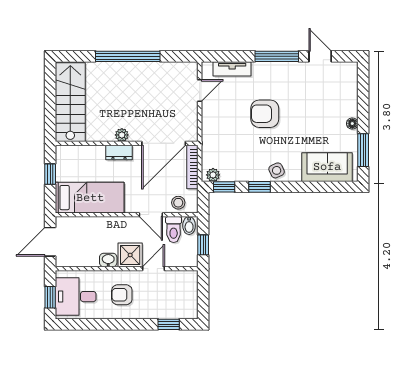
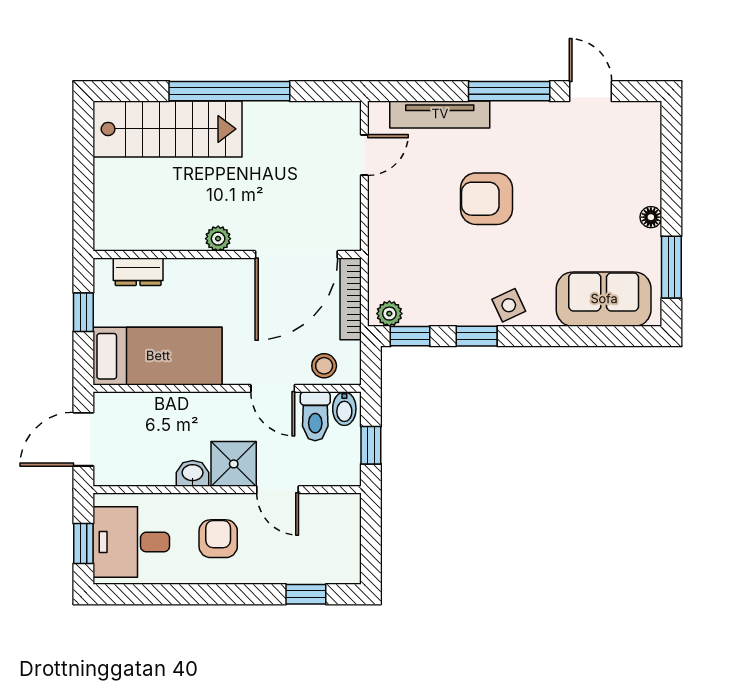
tv unit: (232, 69) -> (440, 114), width x1.41
stairs: (70, 102) -> (168, 129), moved, turned 90
dresser: (119, 153) -> (138, 272), moved
door: (153, 269) -> (278, 490), swing flipped
armchair: (122, 295) -> (218, 539), turned 90

